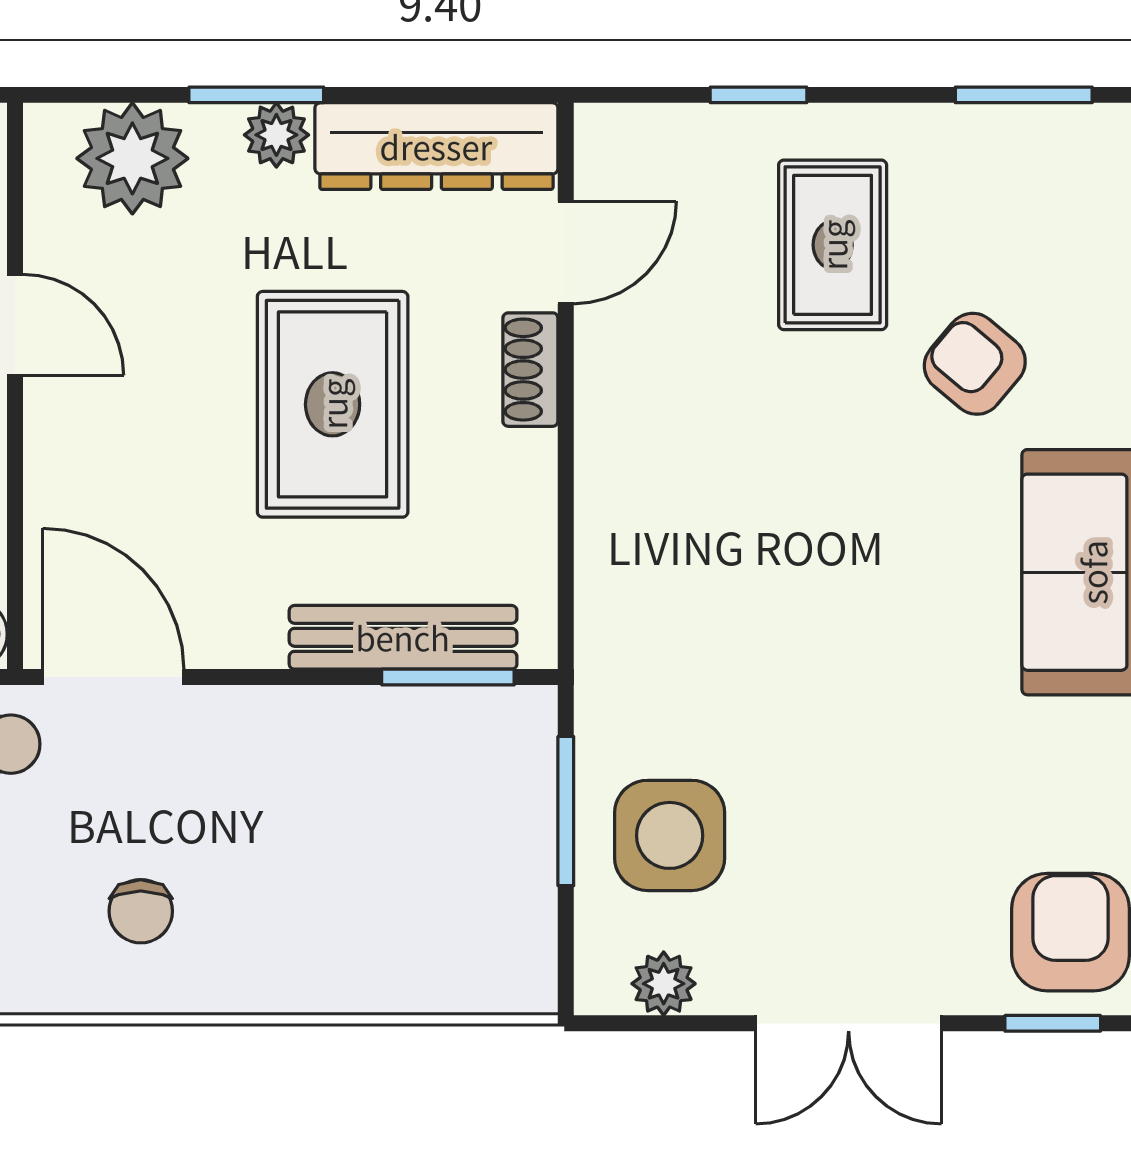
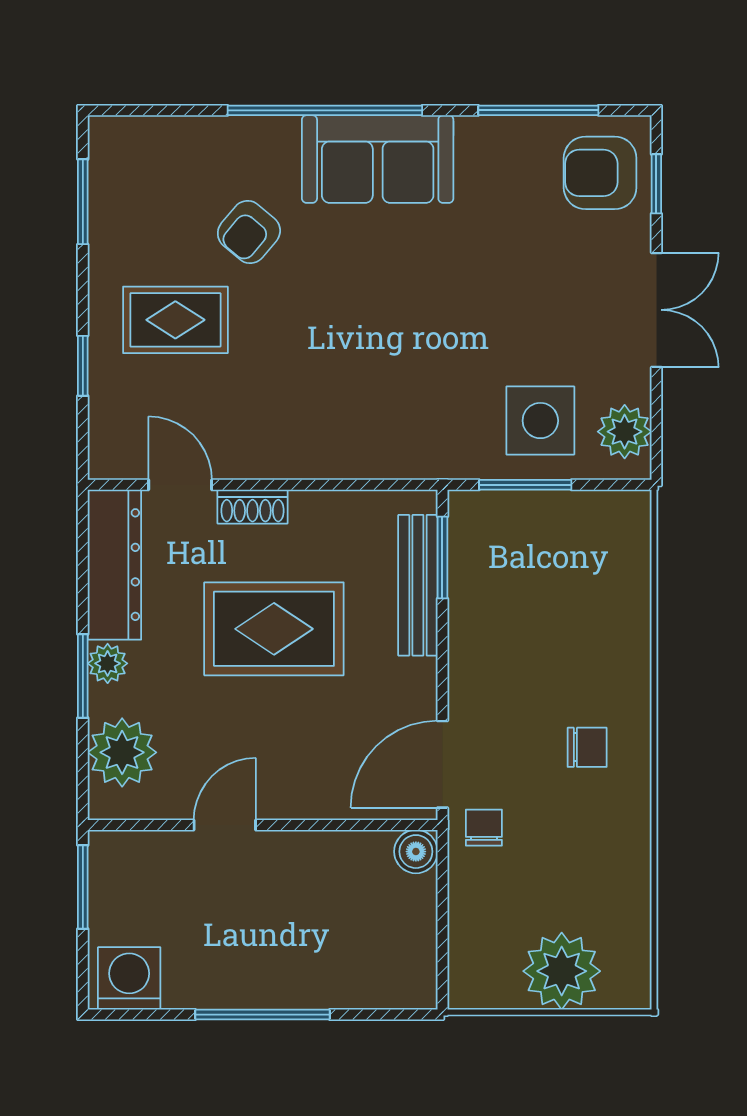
plant: (664, 984) -> (625, 432), width x1.38, depth x1.38

